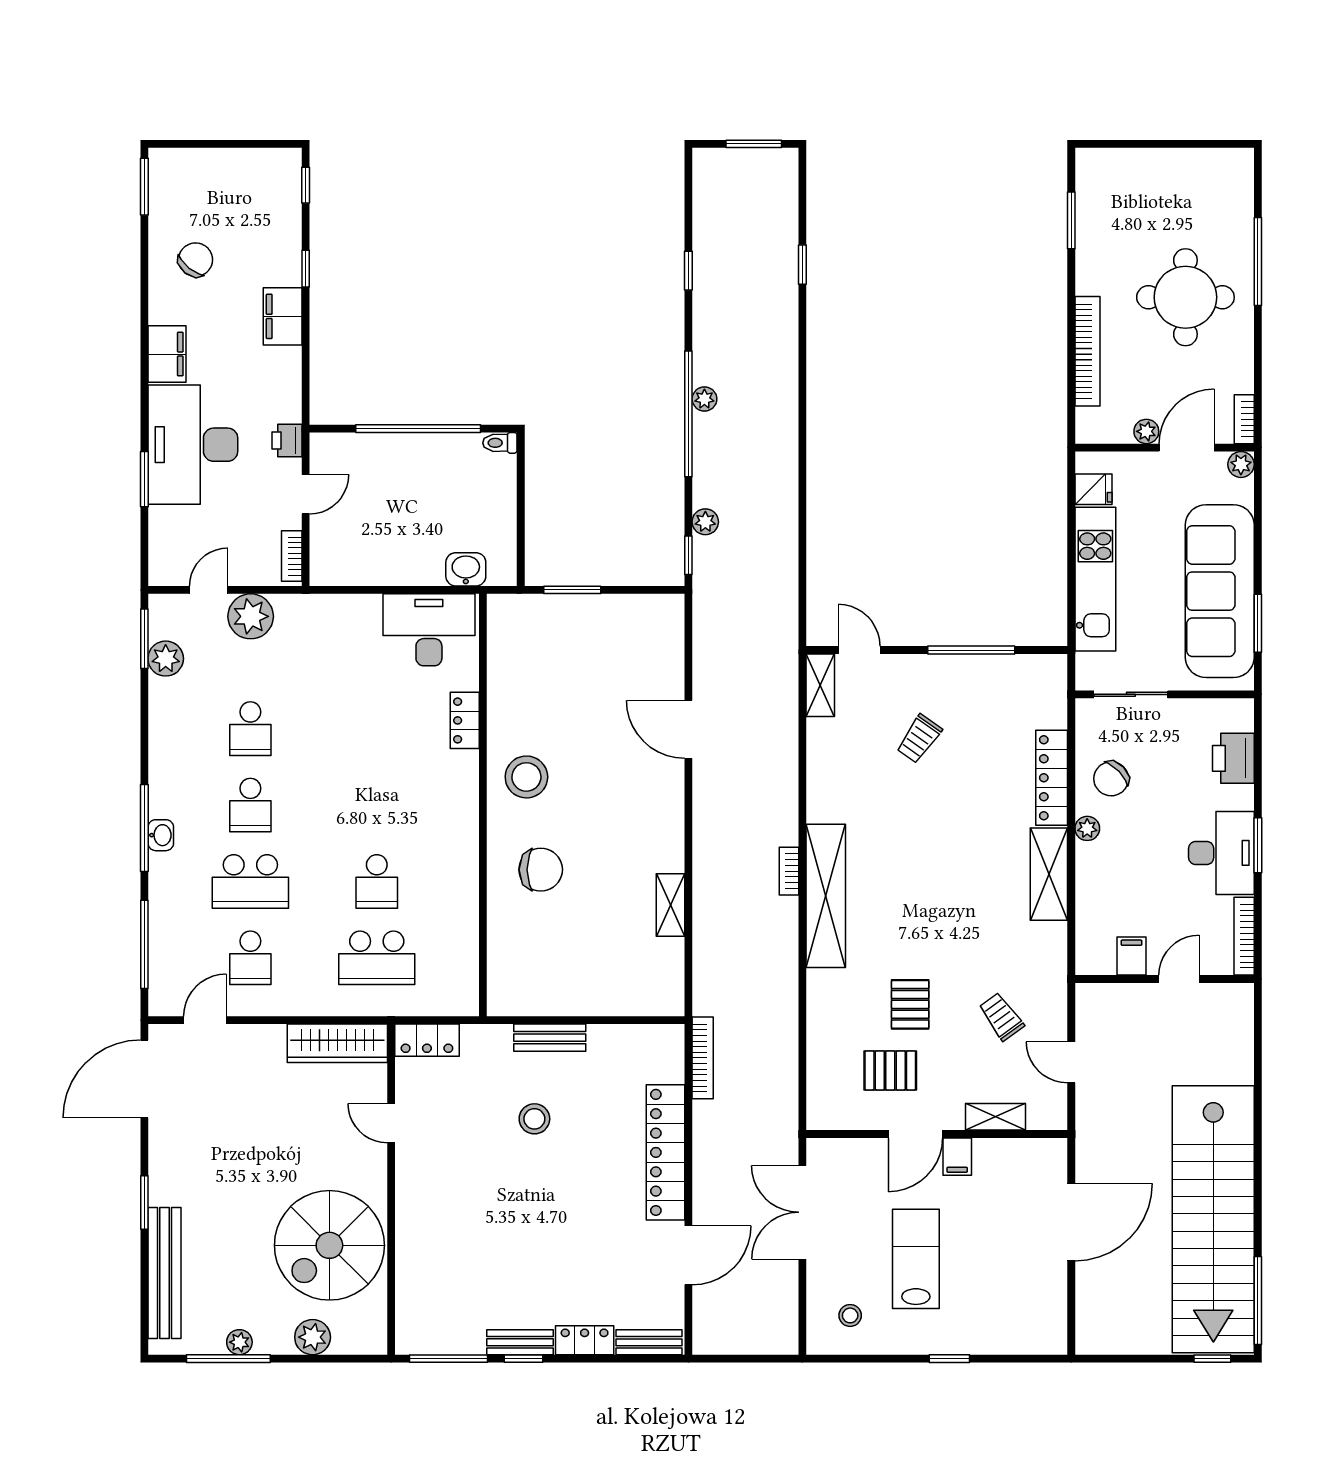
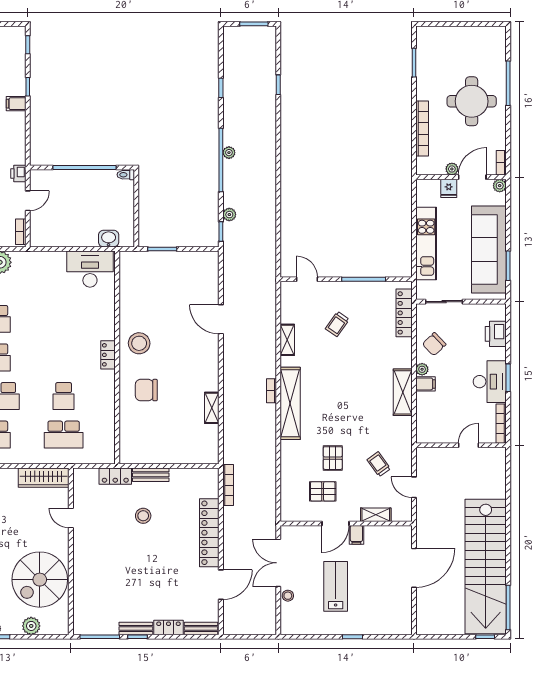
filing cabinet: (283, 316) -> (16, 104), width x0.50
fridge: (1093, 489) -> (449, 188), moved, turned 90
shelving: (820, 685) -> (287, 340), moved
locker: (465, 720) -> (108, 355), moved
locker: (1052, 778) -> (404, 313), moved
chair: (541, 870) -> (146, 390), turned 180
filing cabinet: (1131, 956) -> (426, 384), moved, turned 90
locker: (427, 1040) -> (115, 476), moved
stool: (850, 1315) -> (288, 596), moved

